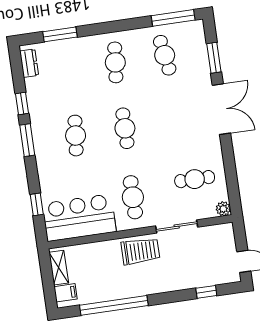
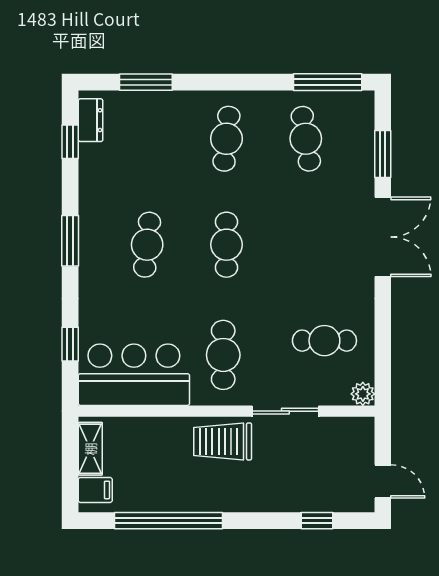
window: (22, 103) -> (70, 142), moved
trolley: (140, 251) -> (223, 441), turned 180

